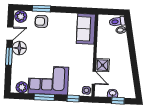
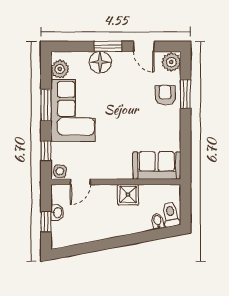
floor lamp: (19, 48) -> (100, 62), moved
shower: (103, 65) -> (128, 195), moved

